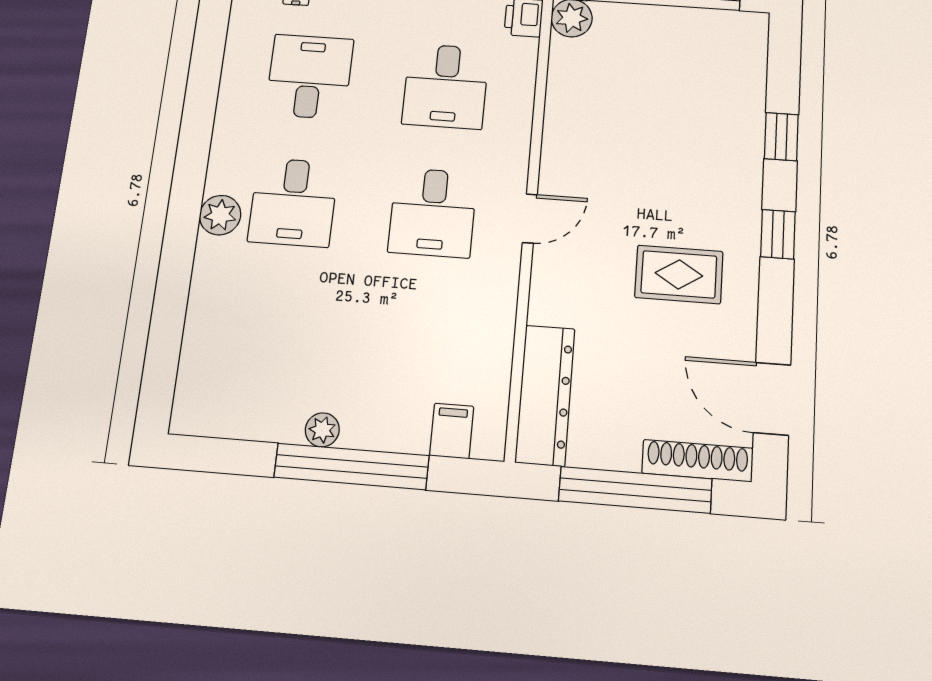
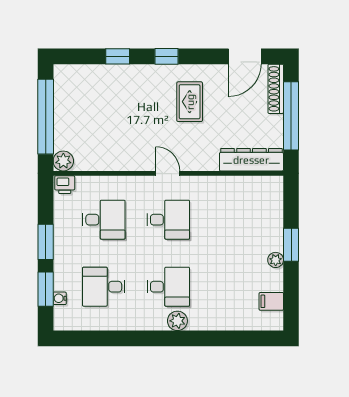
filing cabinet: (452, 431) -> (271, 301), moved
window: (351, 466) -> (291, 245), width x0.47

